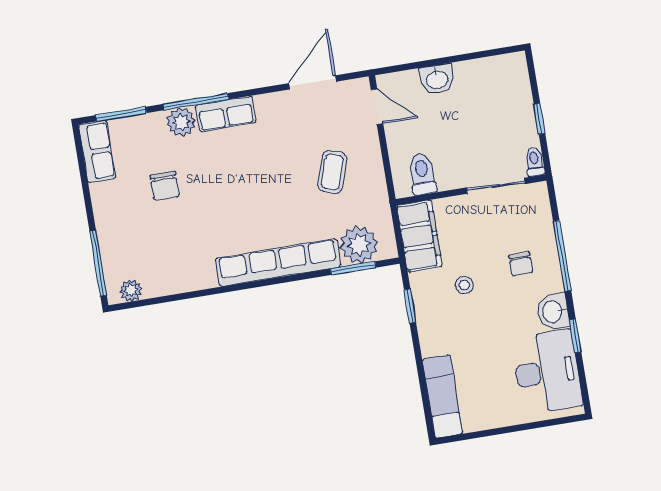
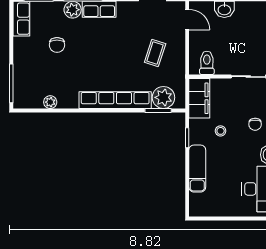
plant: (131, 290) -> (50, 102), moved
exam couch: (442, 396) -> (197, 169), moved

